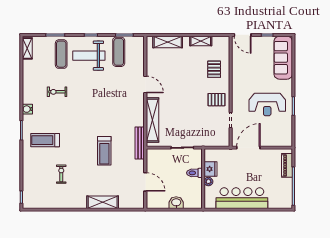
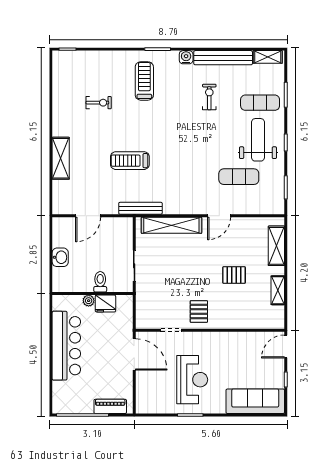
exercise mat: (119, 52) -> (239, 177), moved
pallet: (214, 69) -> (234, 275), moved
bench: (28, 82) -> (223, 58), added
reception desk: (267, 104) -> (192, 380), turned 180

